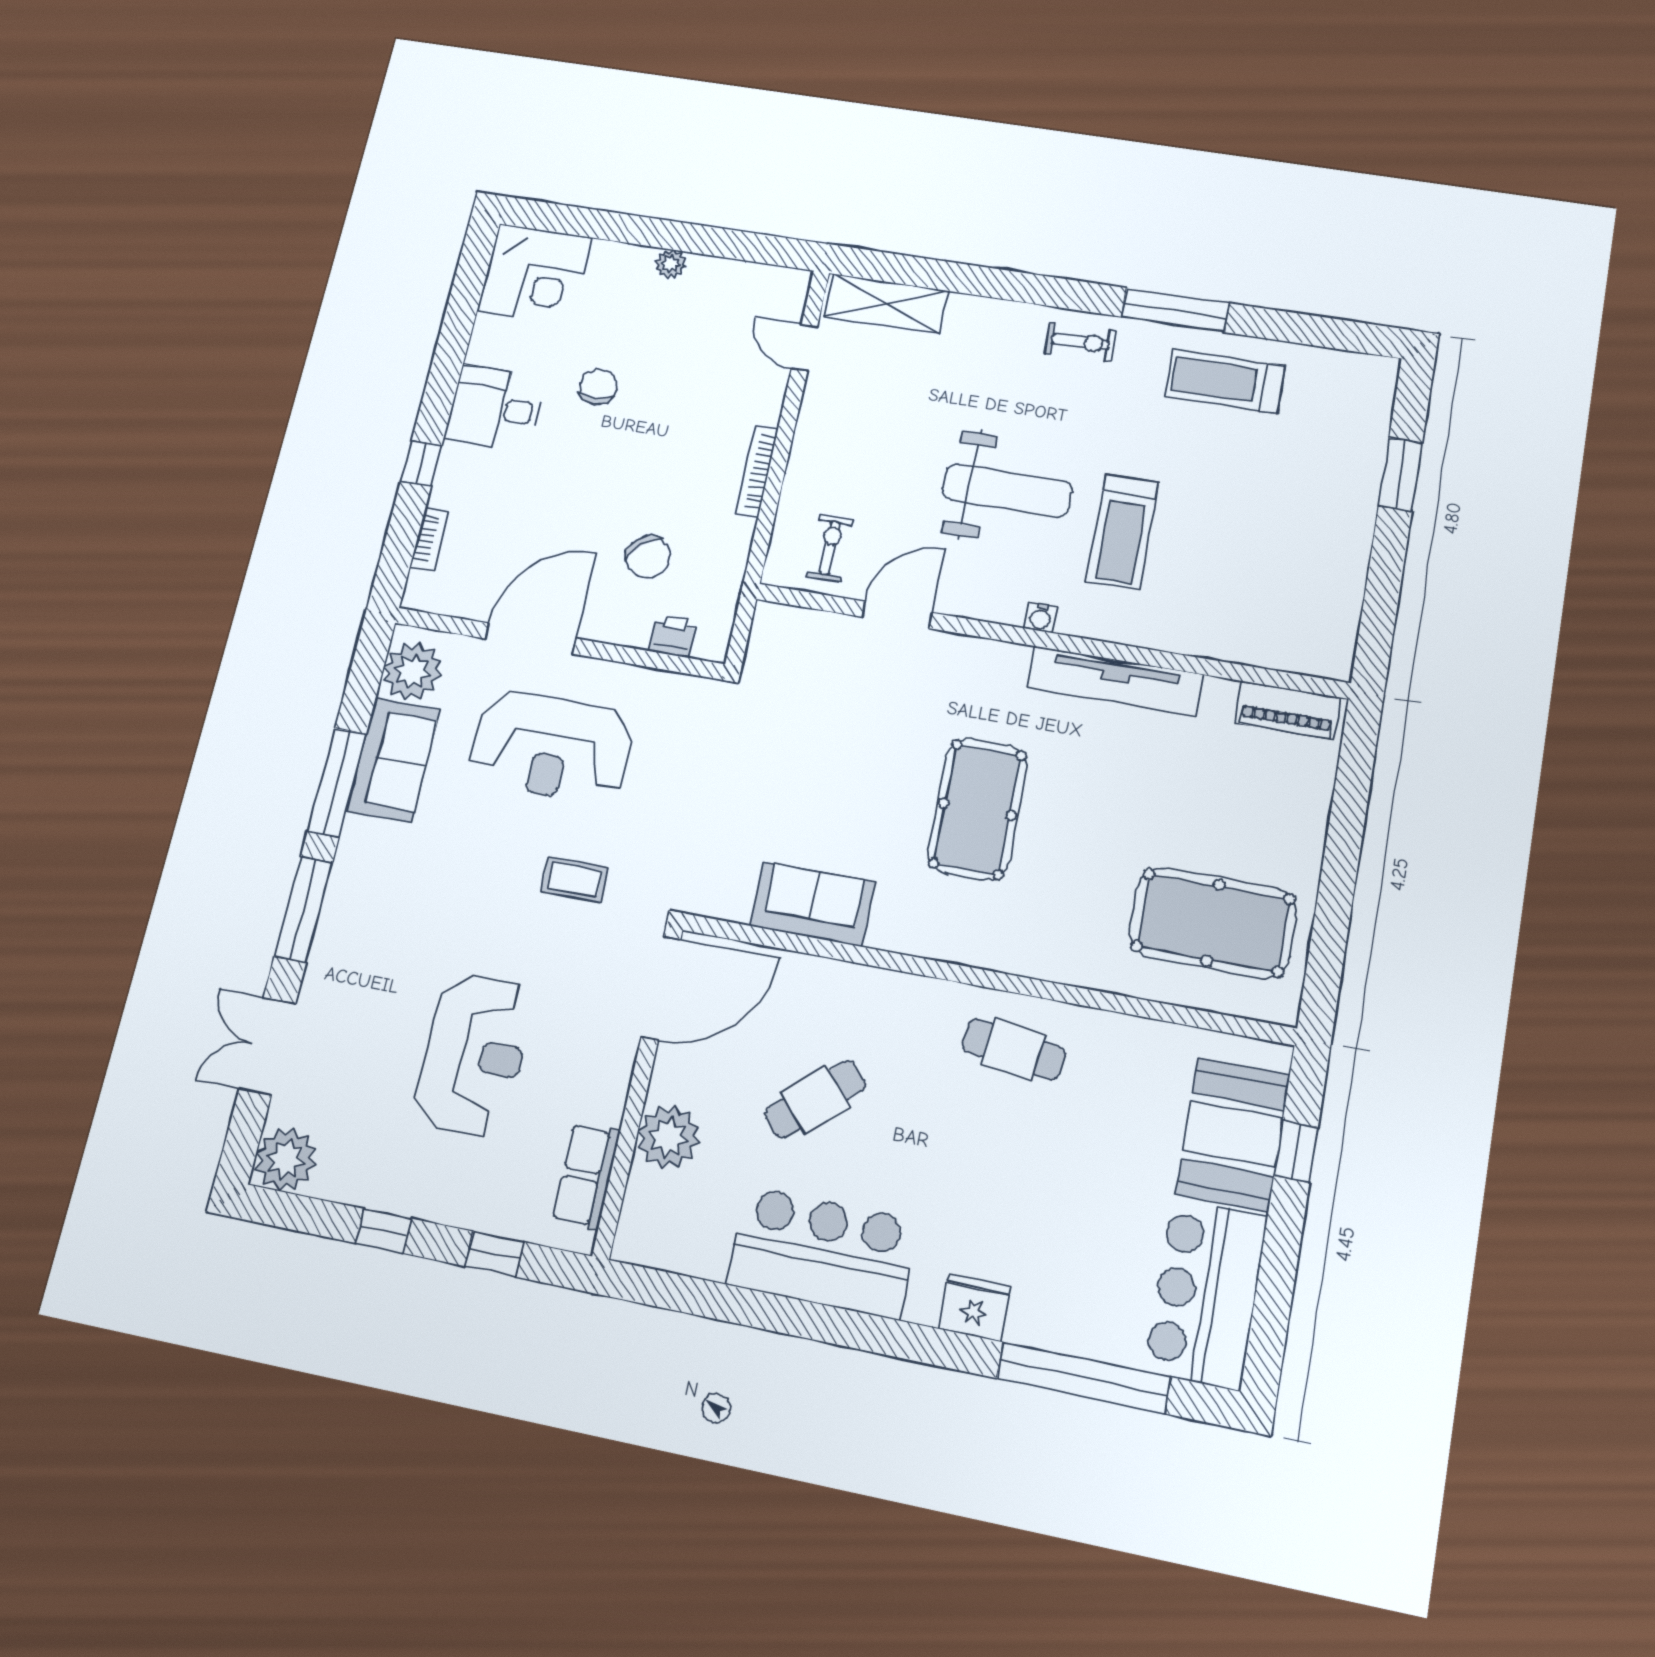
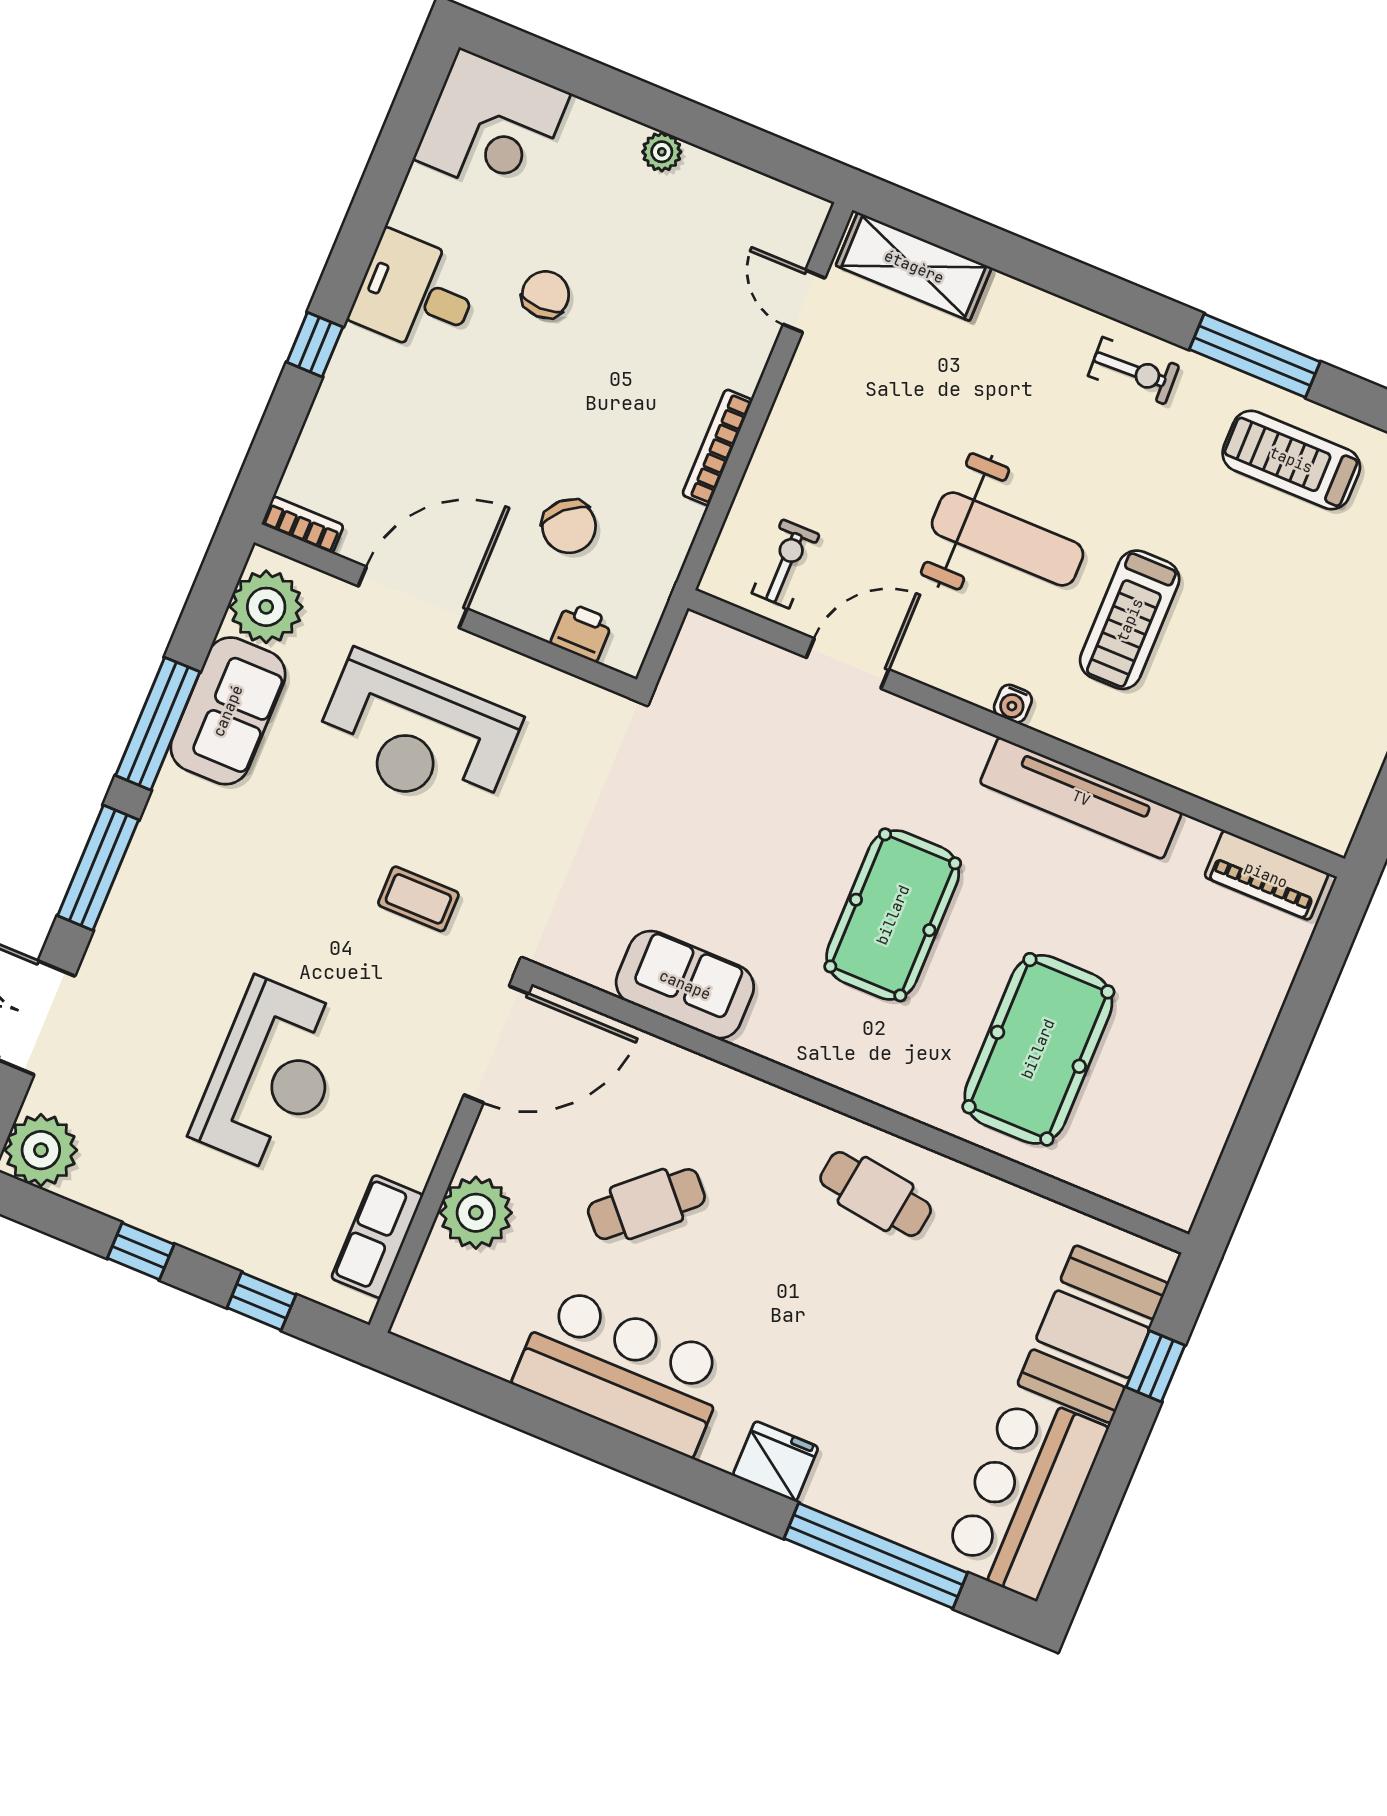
bookcase: (429, 539) -> (303, 525), moved, turned -90
pool table: (1213, 923) -> (1038, 1049), moved, turned 90

